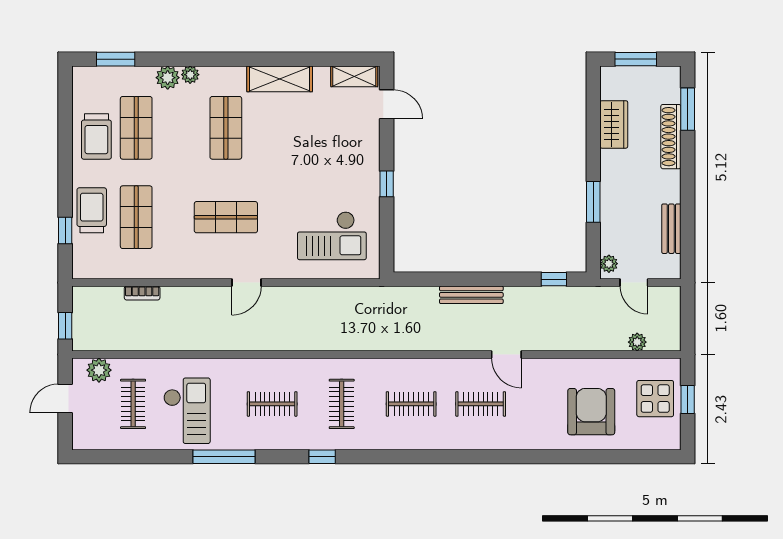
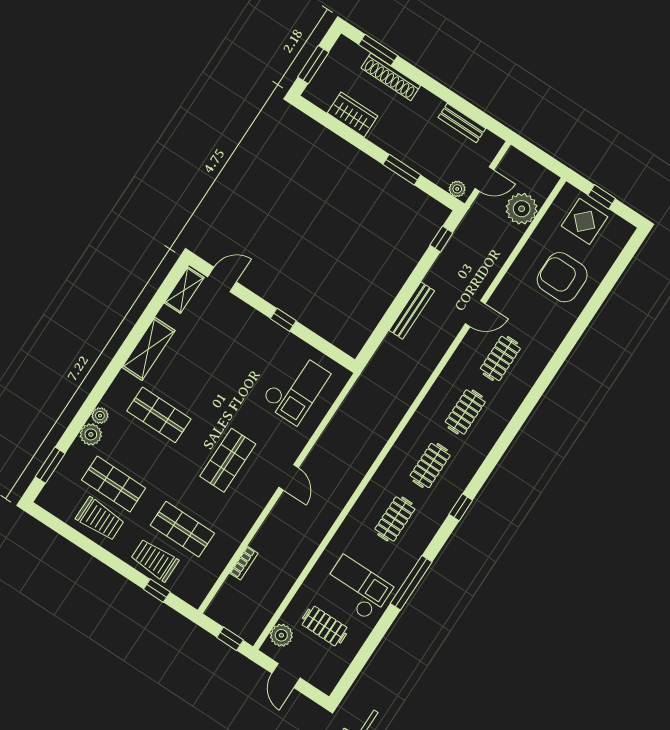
plant: (637, 342) -> (522, 209), width x1.87, depth x1.87
clothes rail: (342, 404) -> (430, 465), turned 90

